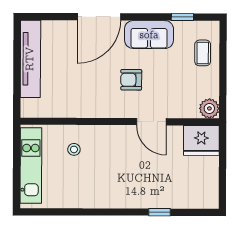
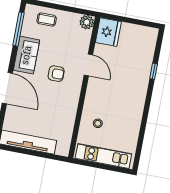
window: (182, 17) -> (19, 29), width x2.17
armchair: (131, 80) -> (56, 74), turned -90
door: (151, 122) -> (88, 65), hinge flipped

